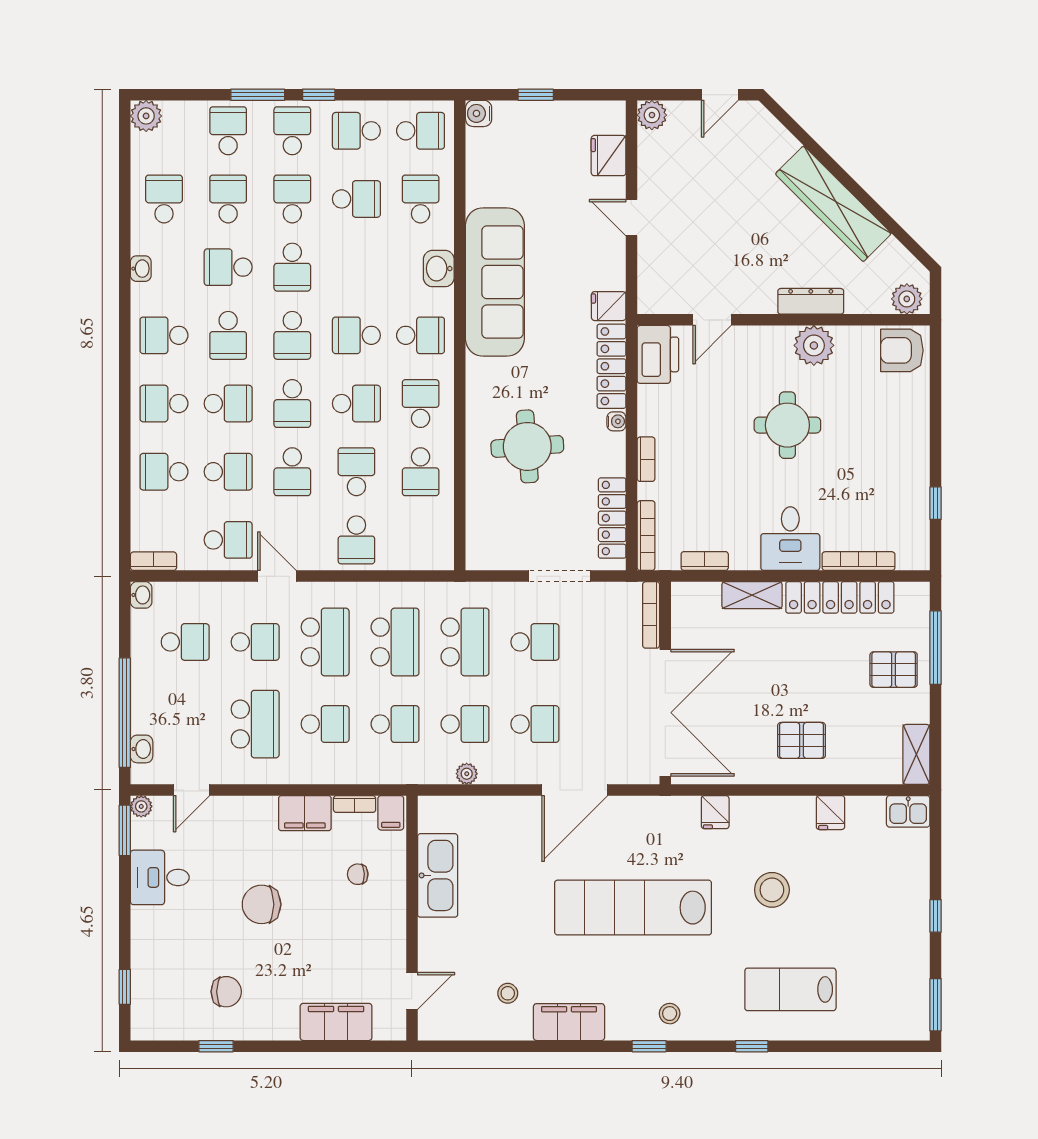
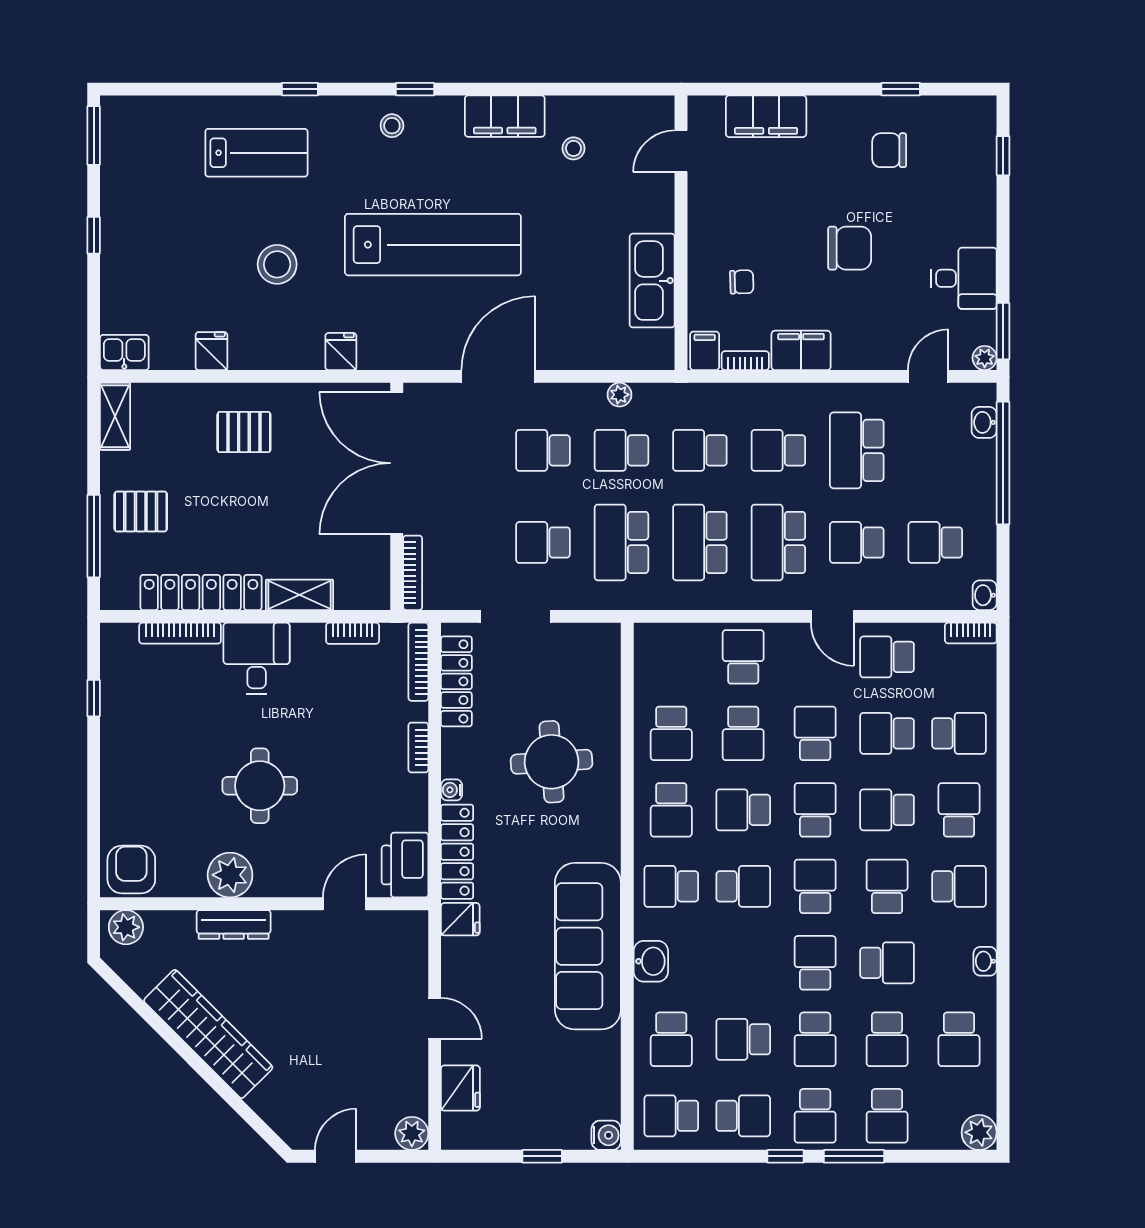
armchair: (902, 350) -> (131, 870), turned -90
school desk: (164, 404) -> (959, 810), turned -90
school desk: (421, 472) -> (671, 733), turned 180

